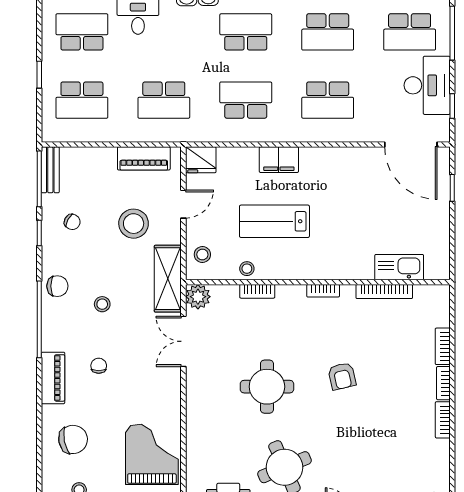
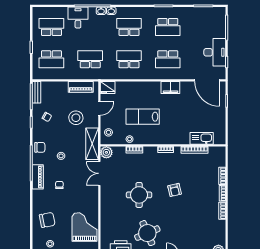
school desk: (410, 32) -> (207, 27), removed
school desk: (164, 100) -> (90, 59), turned 180
filing cabinet: (279, 160) -> (170, 87), moved
piano: (53, 378) -> (38, 177), moved

